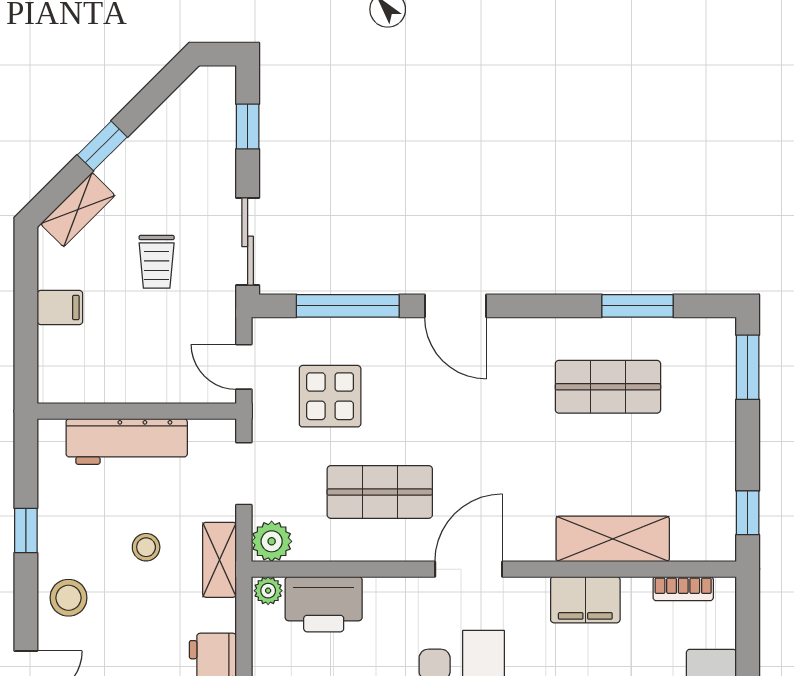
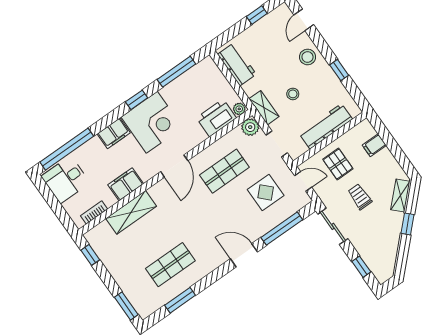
filing cabinet: (60, 307) -> (374, 145), moved
pallet: (154, 353) -> (338, 164), added

